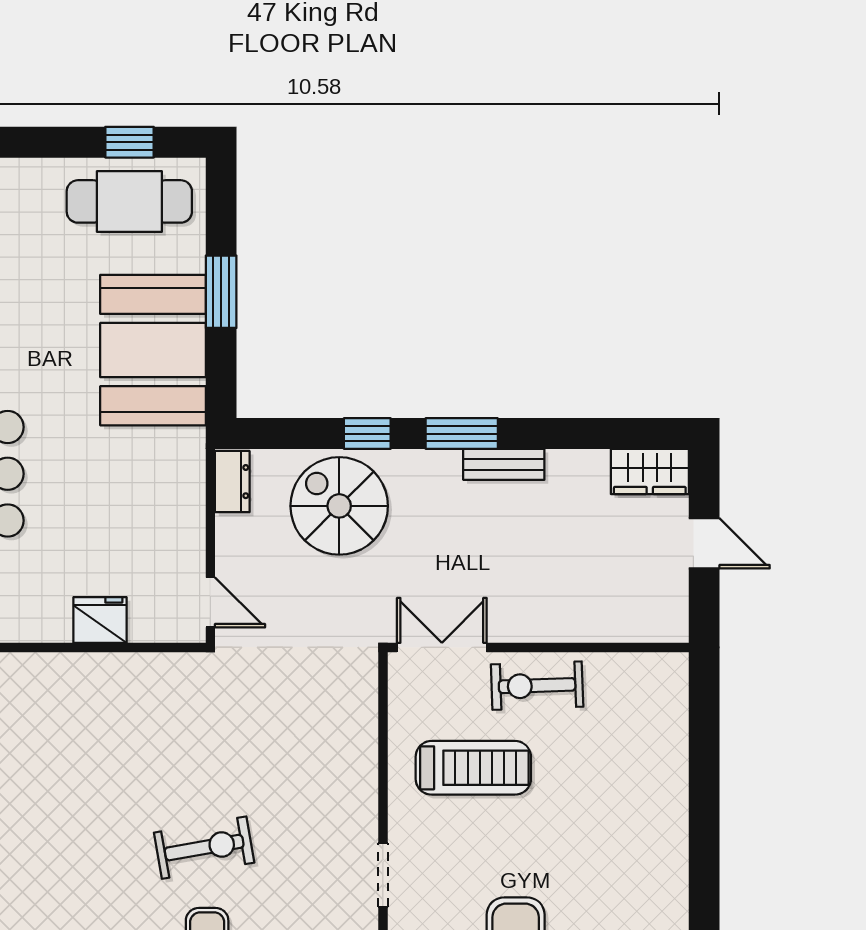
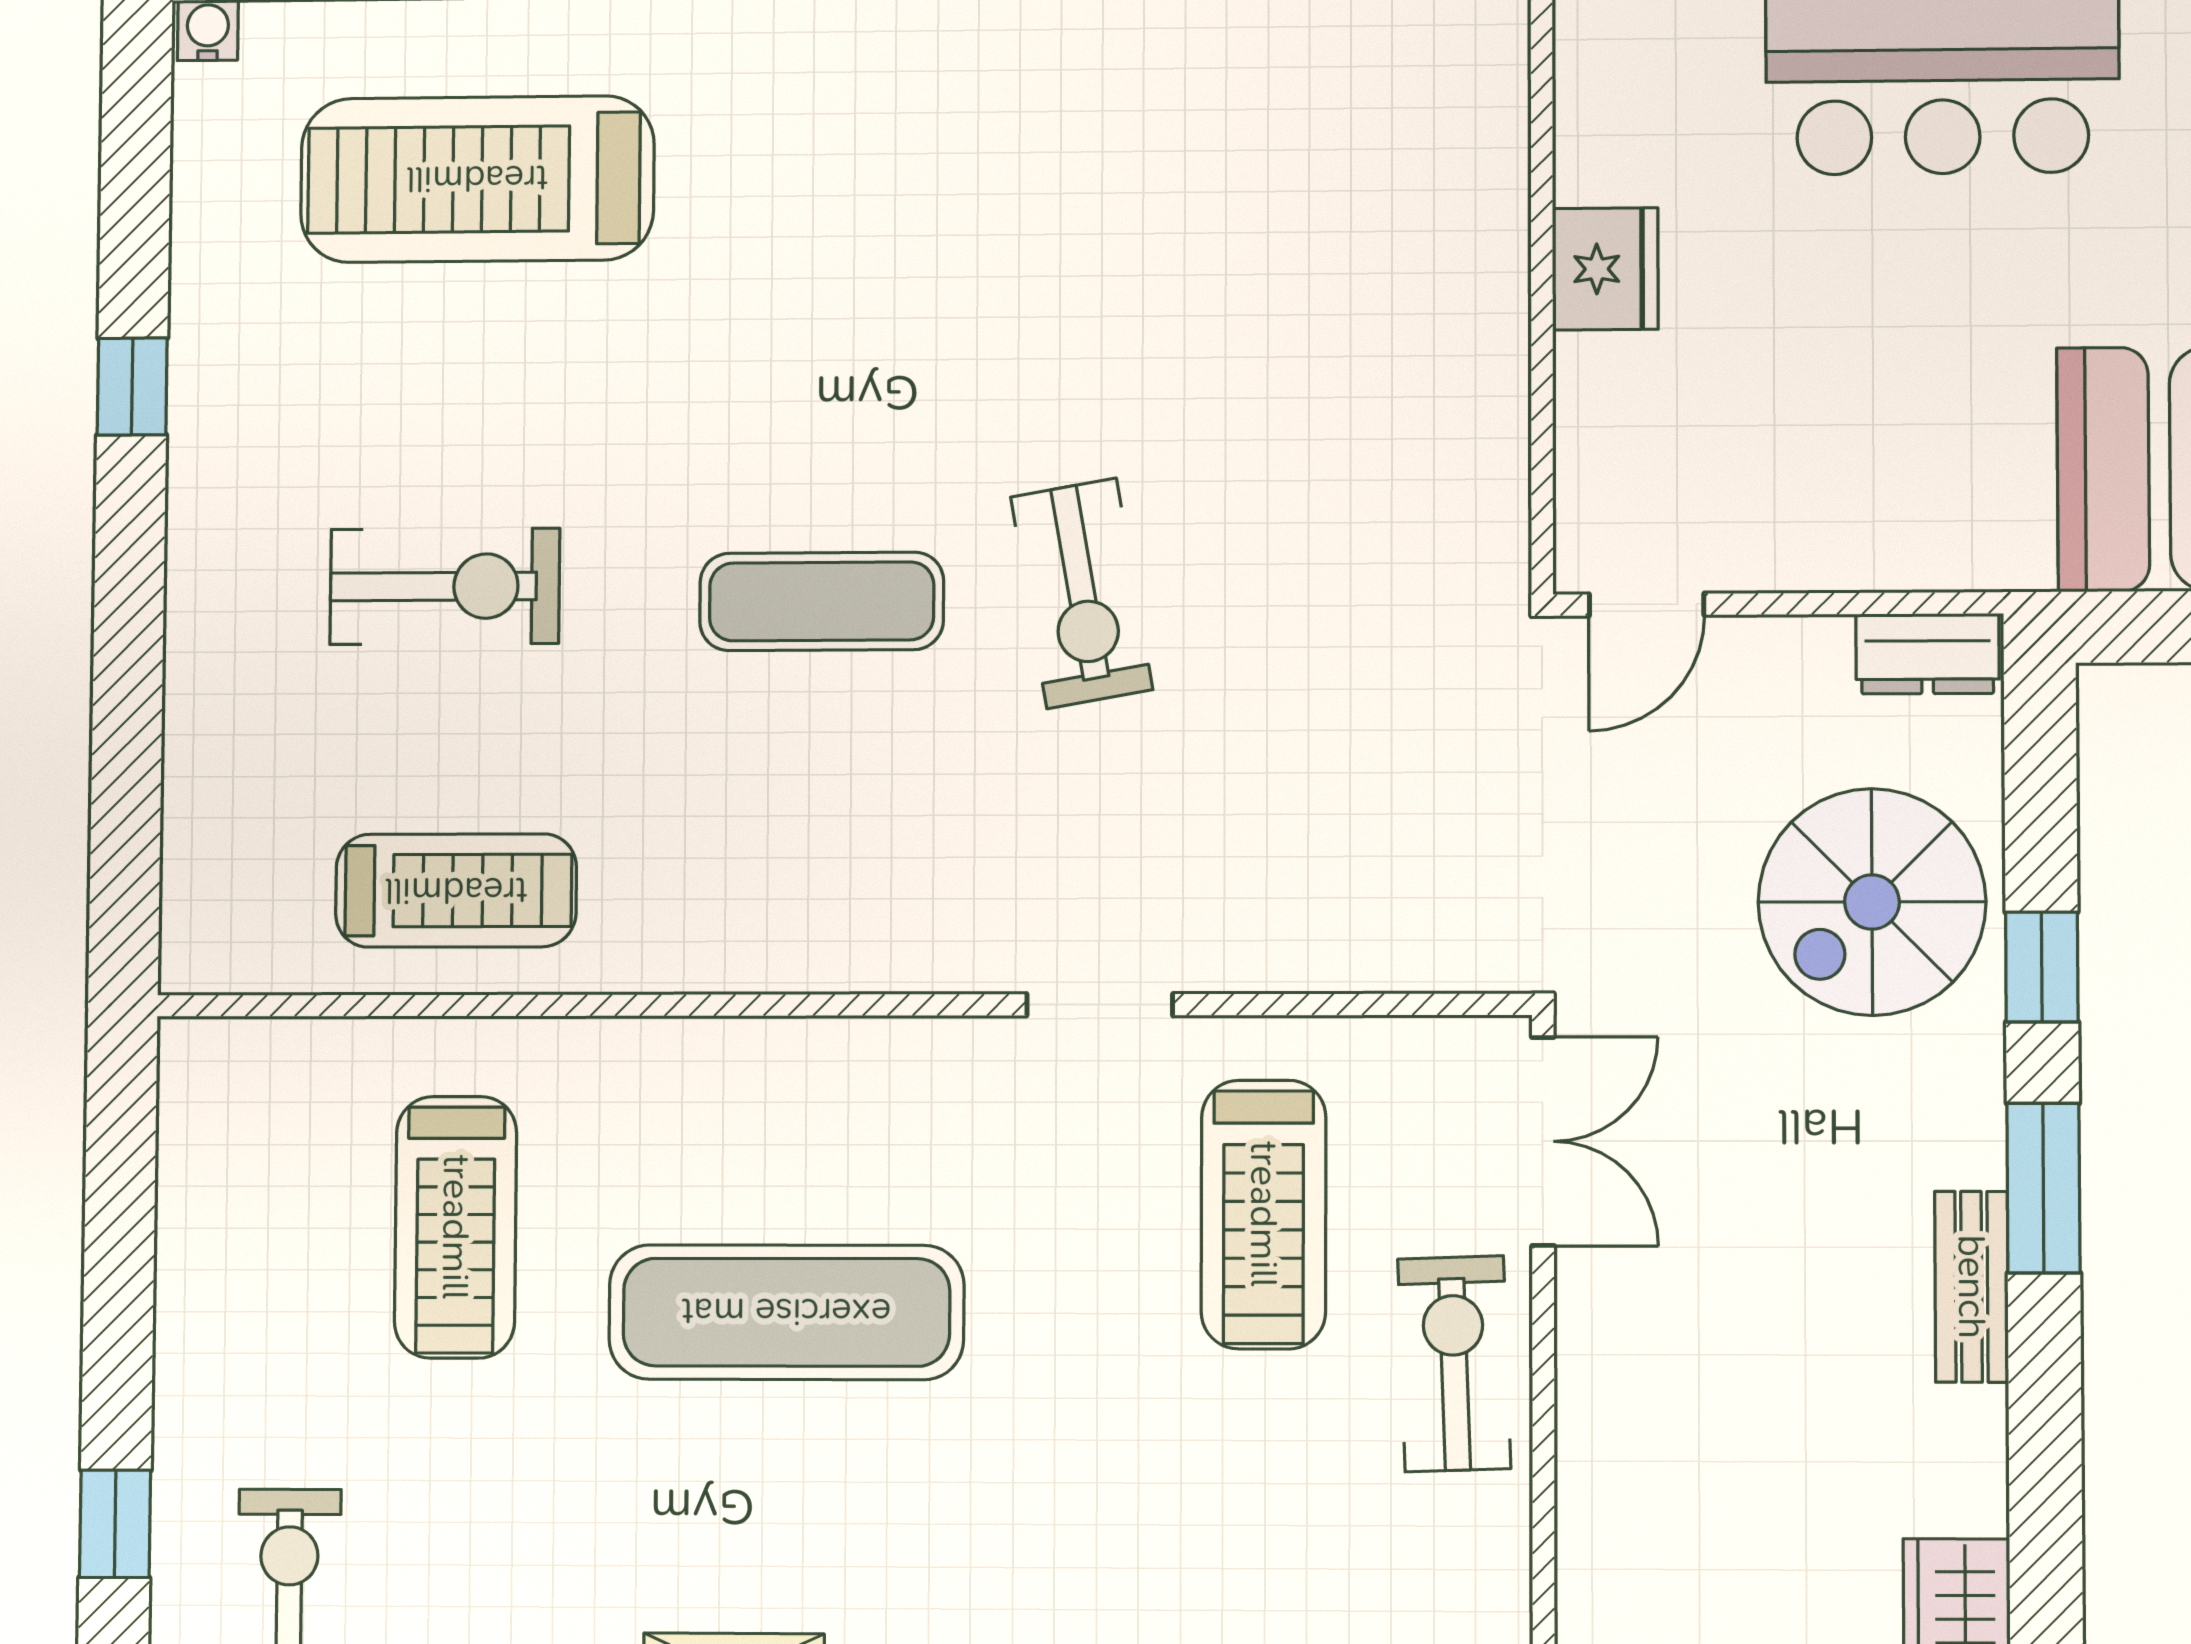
spiral stairs: (339, 506) -> (1872, 902), turned 180
fridge: (100, 620) -> (1605, 269), moved
doorway: (383, 875) -> (1100, 1005), moved

